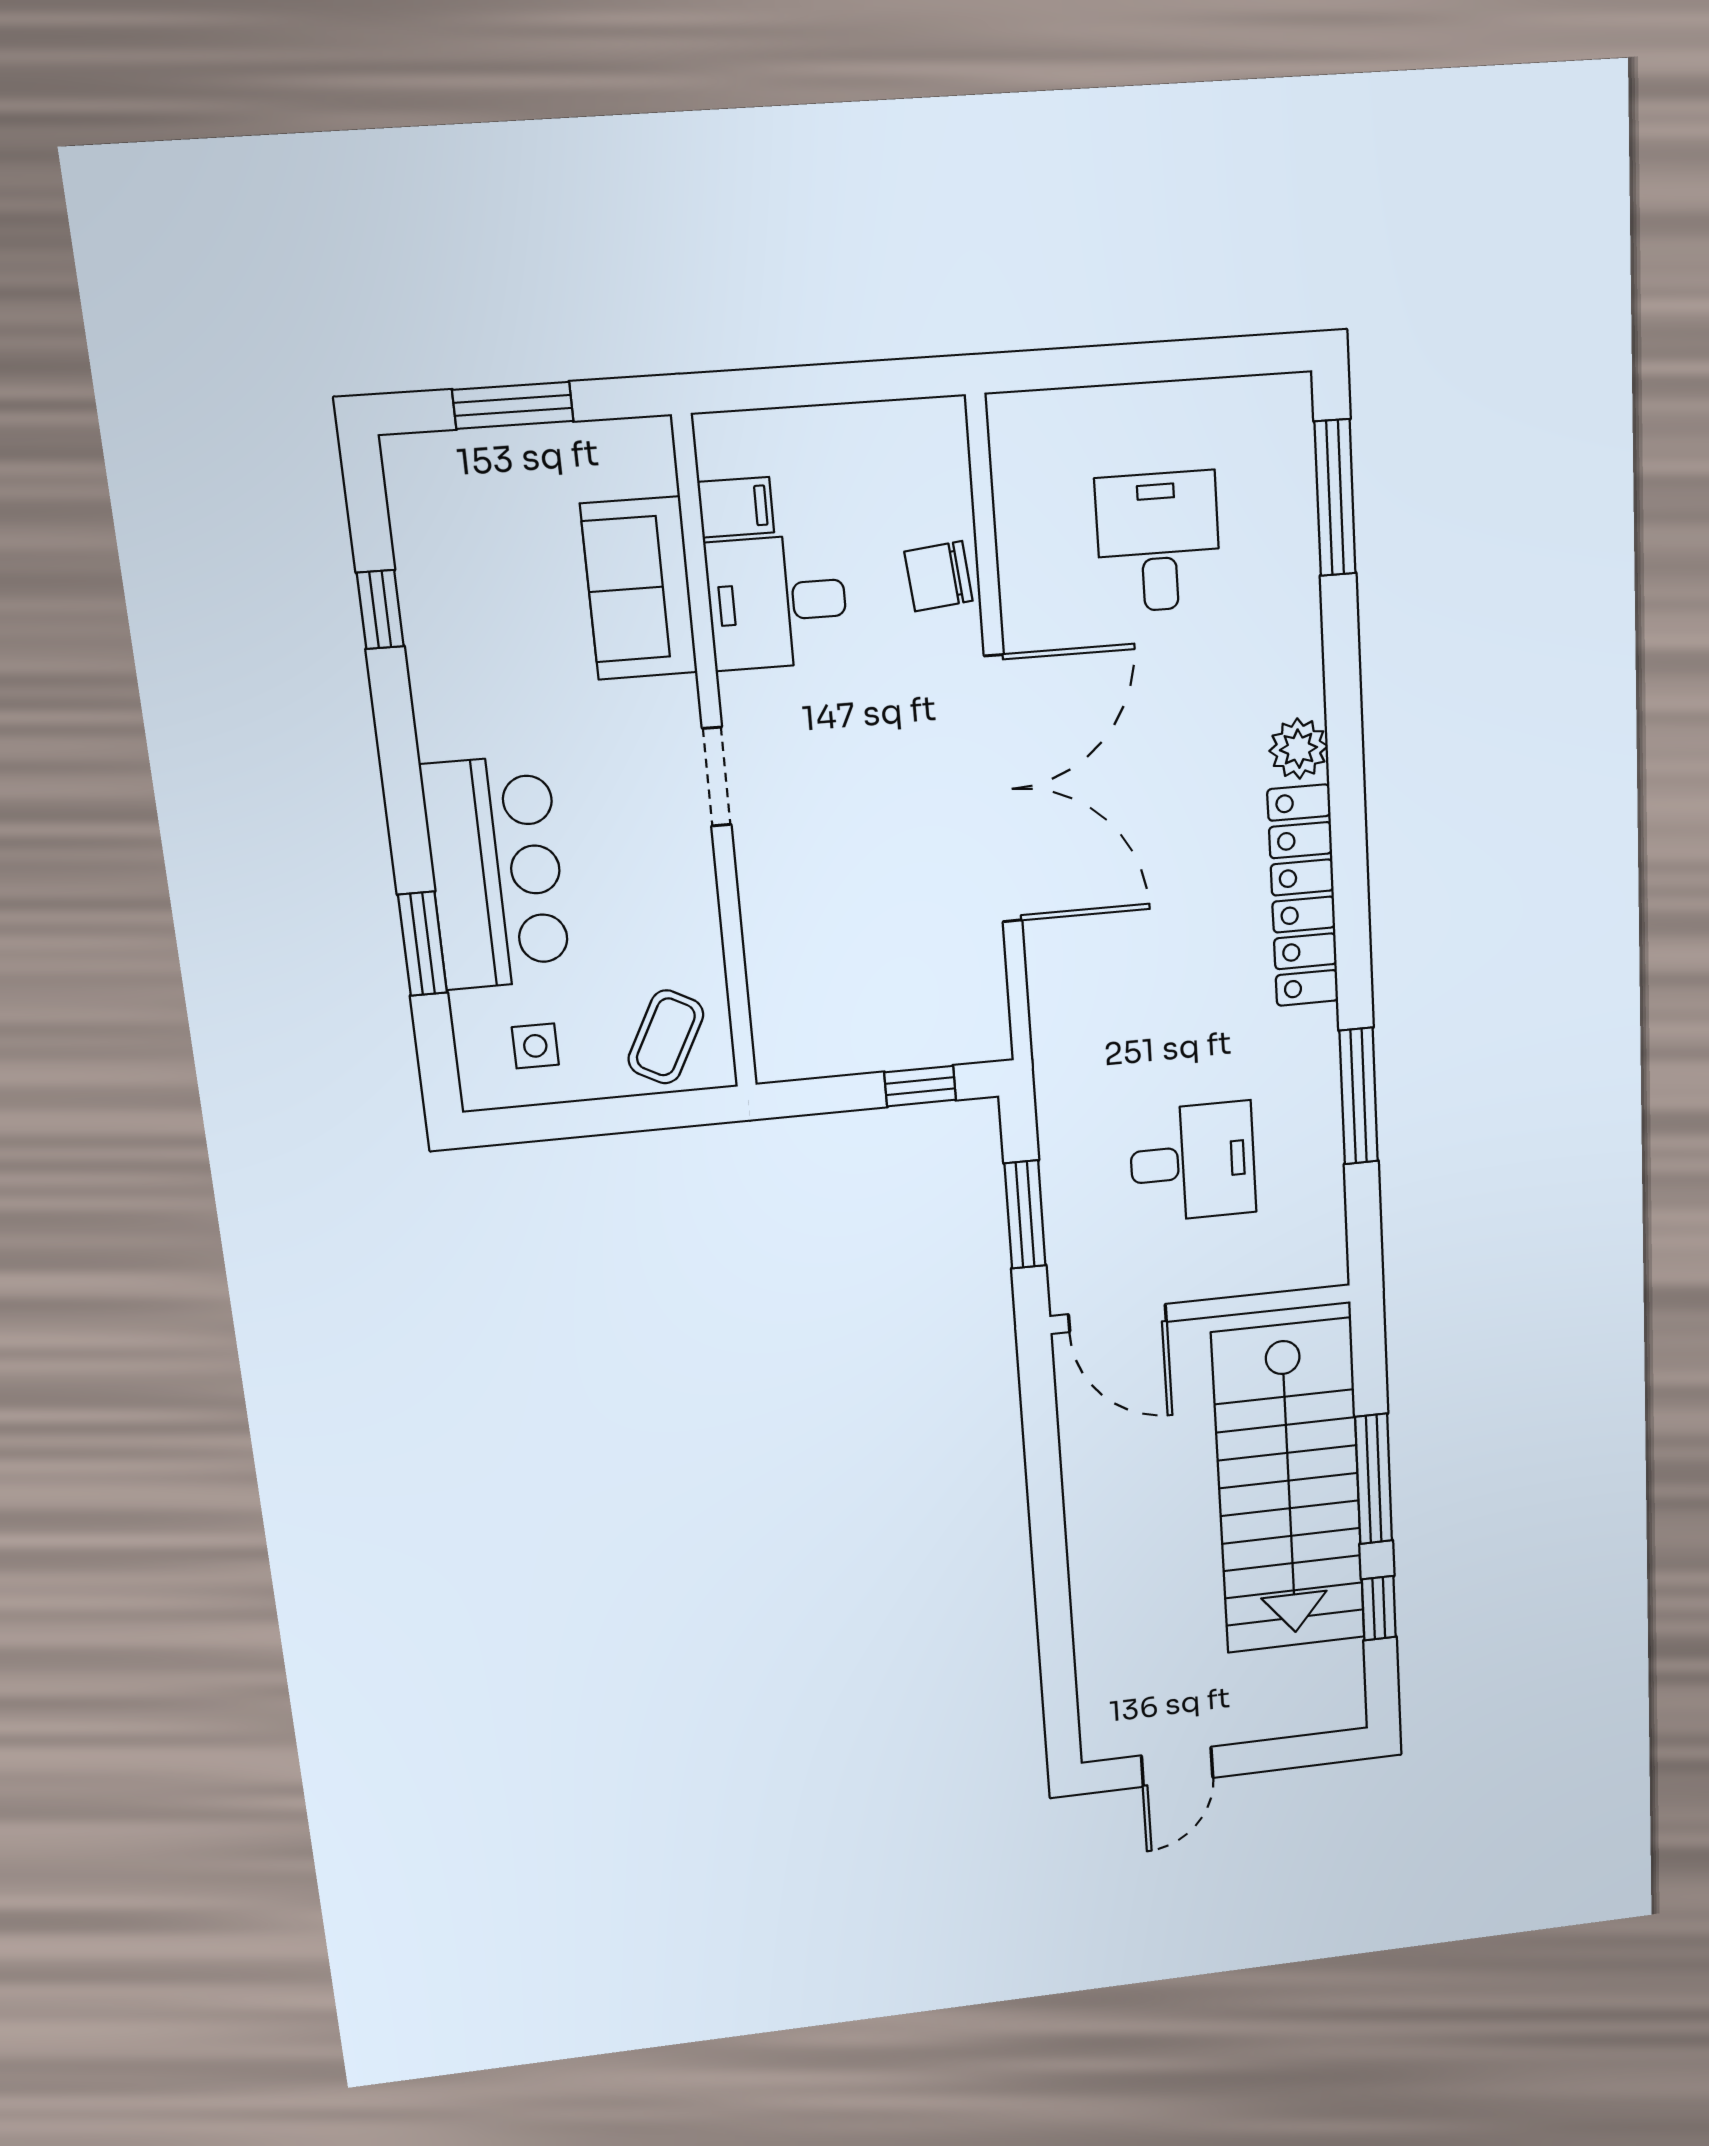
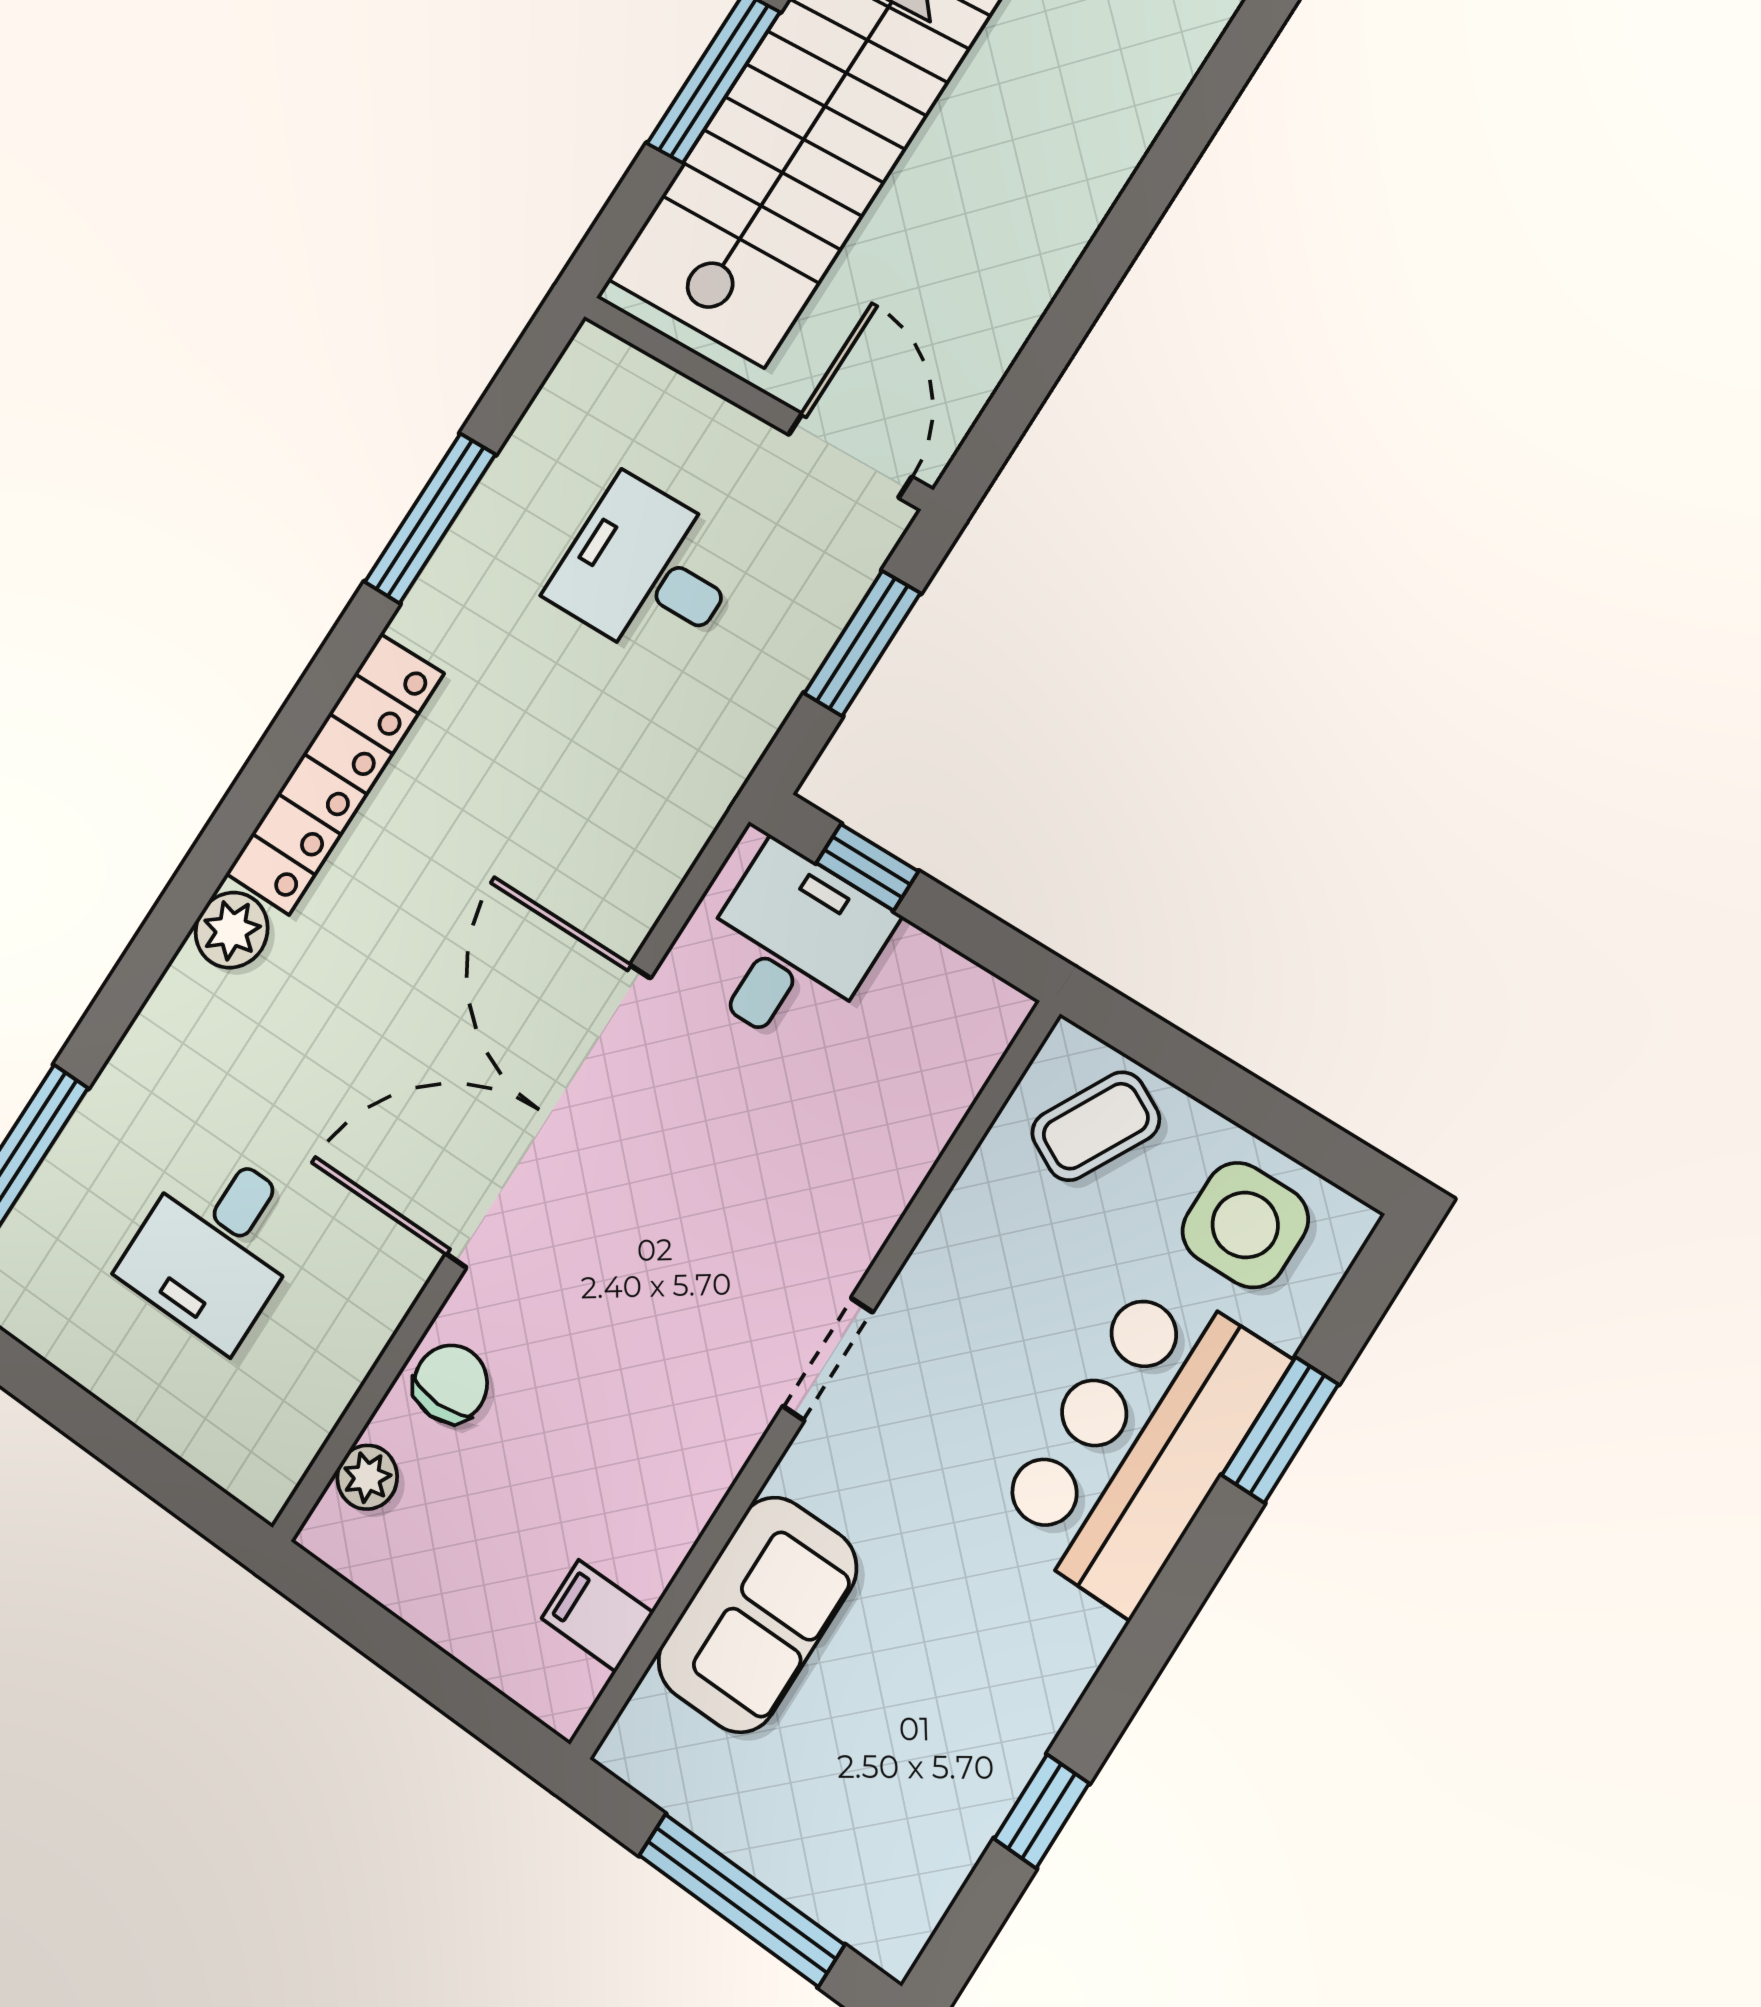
window: (513, 405) -> (741, 1900), width x1.44
plant: (947, 475) -> (367, 1477), added
chair: (939, 576) -> (451, 1384), turned -84
desk: (777, 602) -> (790, 948), moved, turned -90
side table: (535, 1046) -> (1245, 1225), width x1.87, depth x1.87

